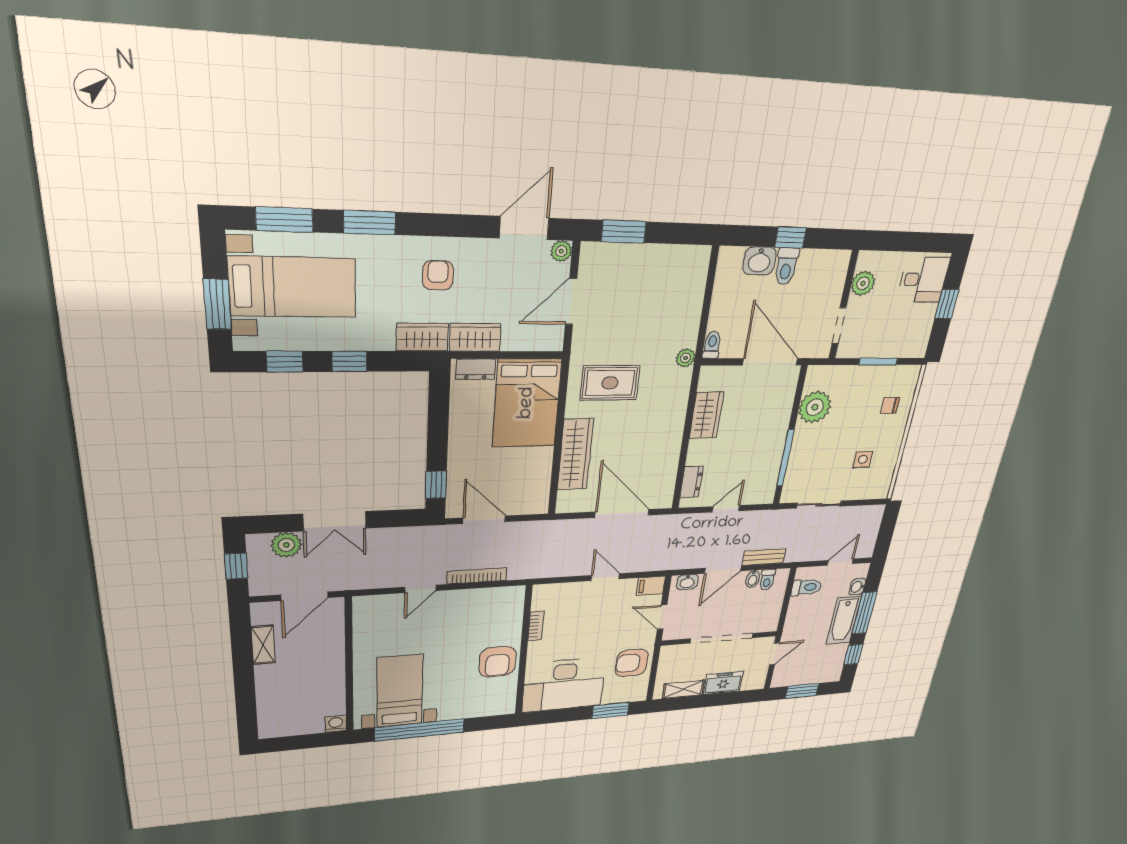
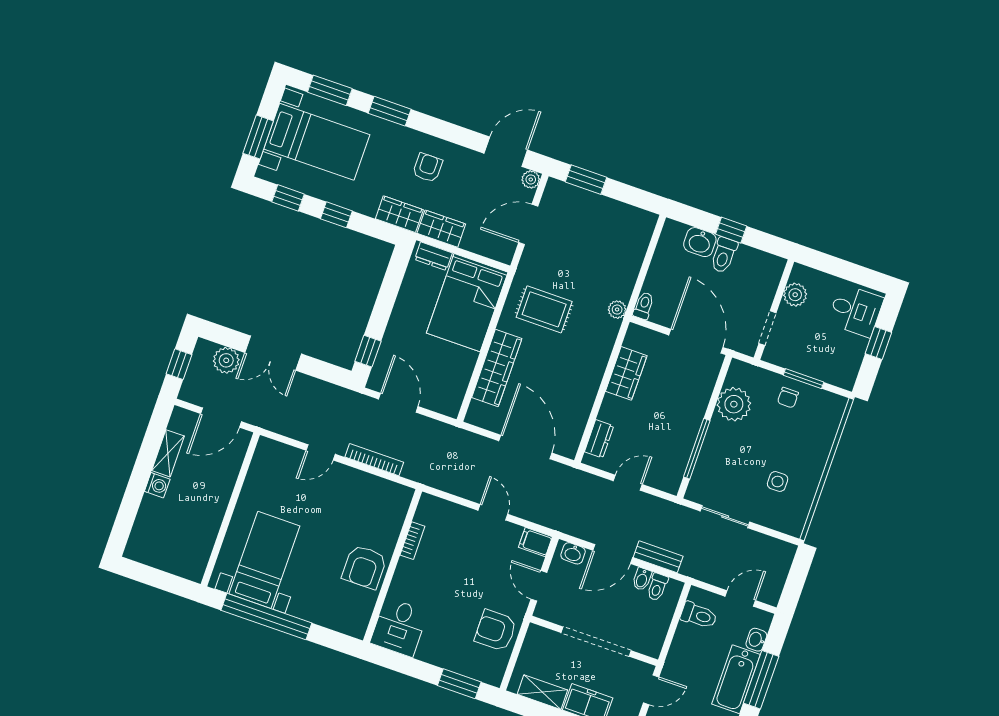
chair: (890, 405) -> (788, 398), moved, turned -90
desk: (564, 685) -> (399, 627), width x0.53, depth x0.77
washing machine: (336, 724) -> (157, 485), moved, turned 90

